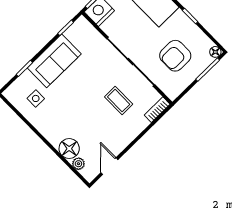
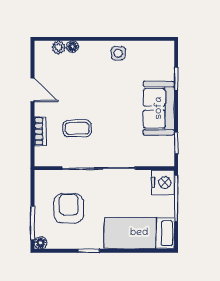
side table: (36, 98) -> (118, 53), moved
bookcase: (157, 110) -> (40, 131), moved
floor lamp: (69, 149) -> (73, 47), width x0.53, depth x0.53
door: (109, 166) -> (33, 90), moved

